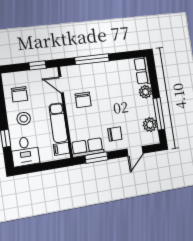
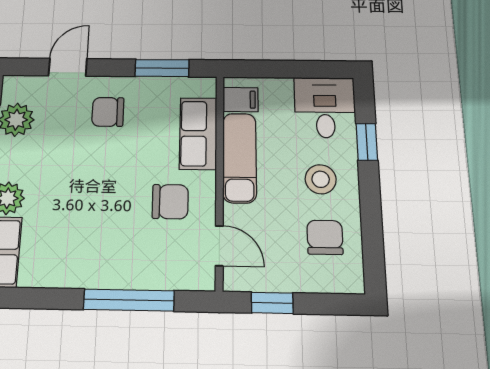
chair: (83, 100) -> (170, 202), turned 90
row of seats: (87, 147) -> (198, 133), moved, turned 90

